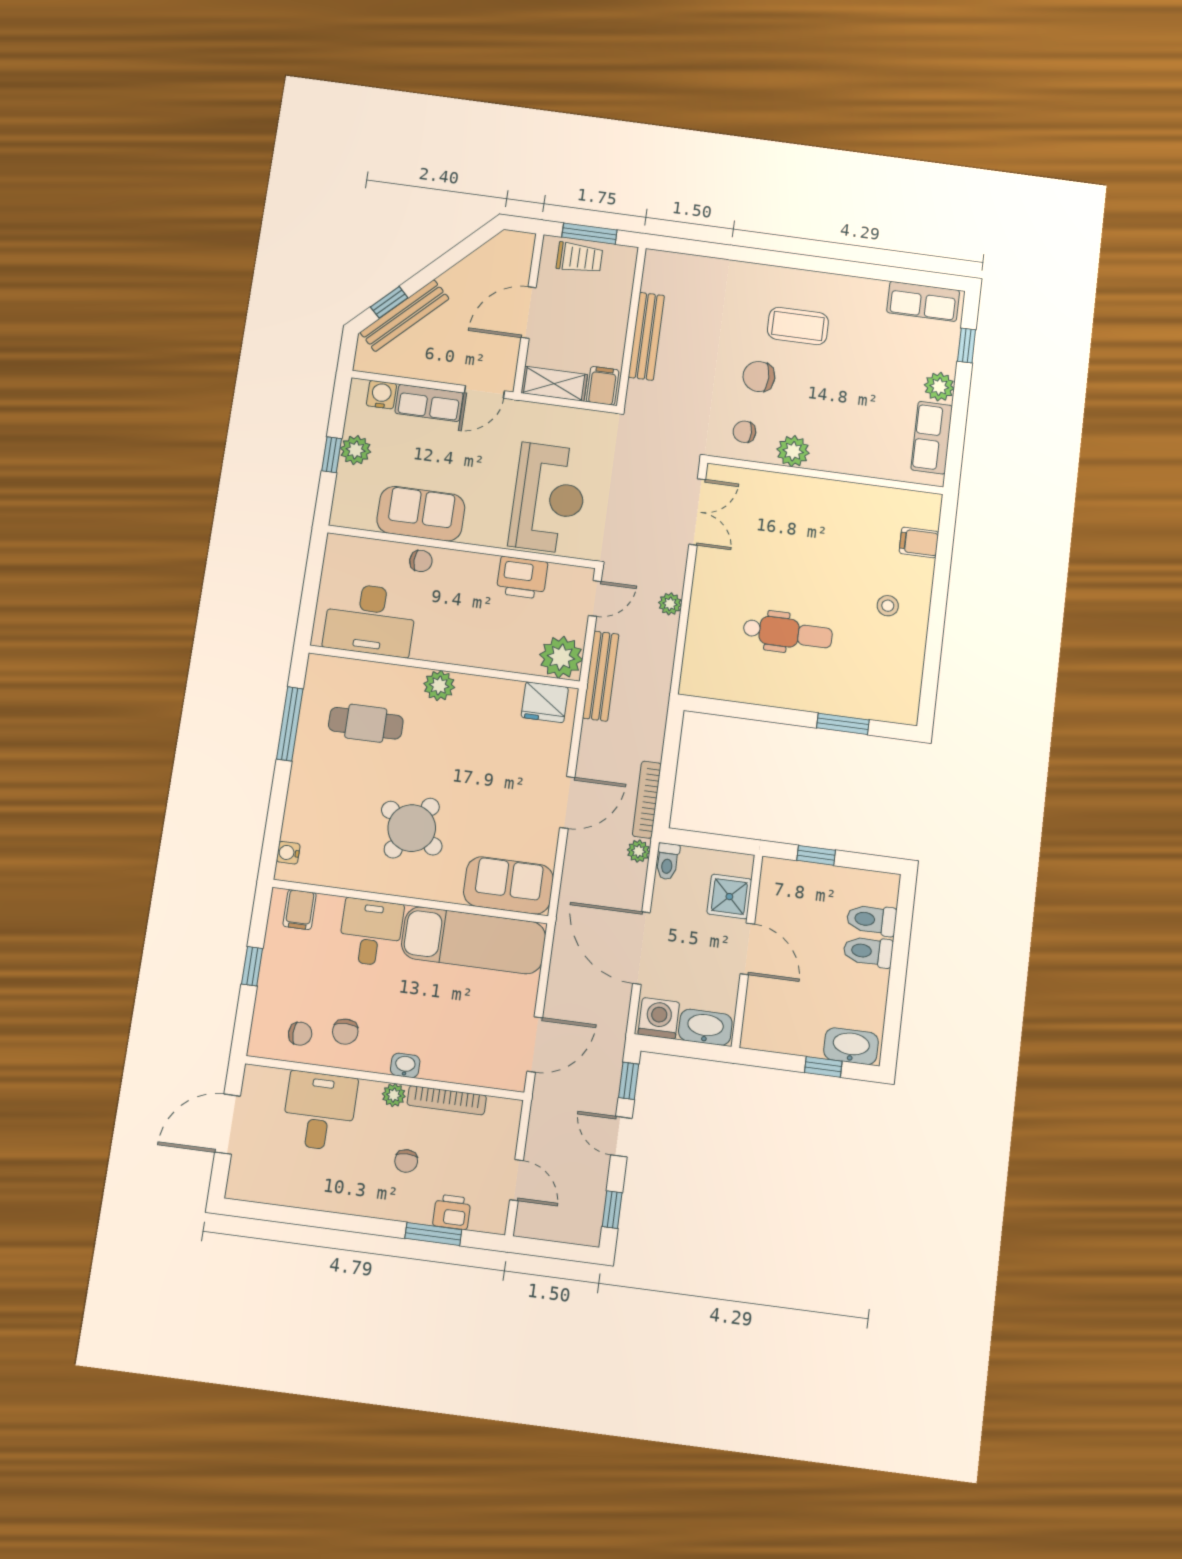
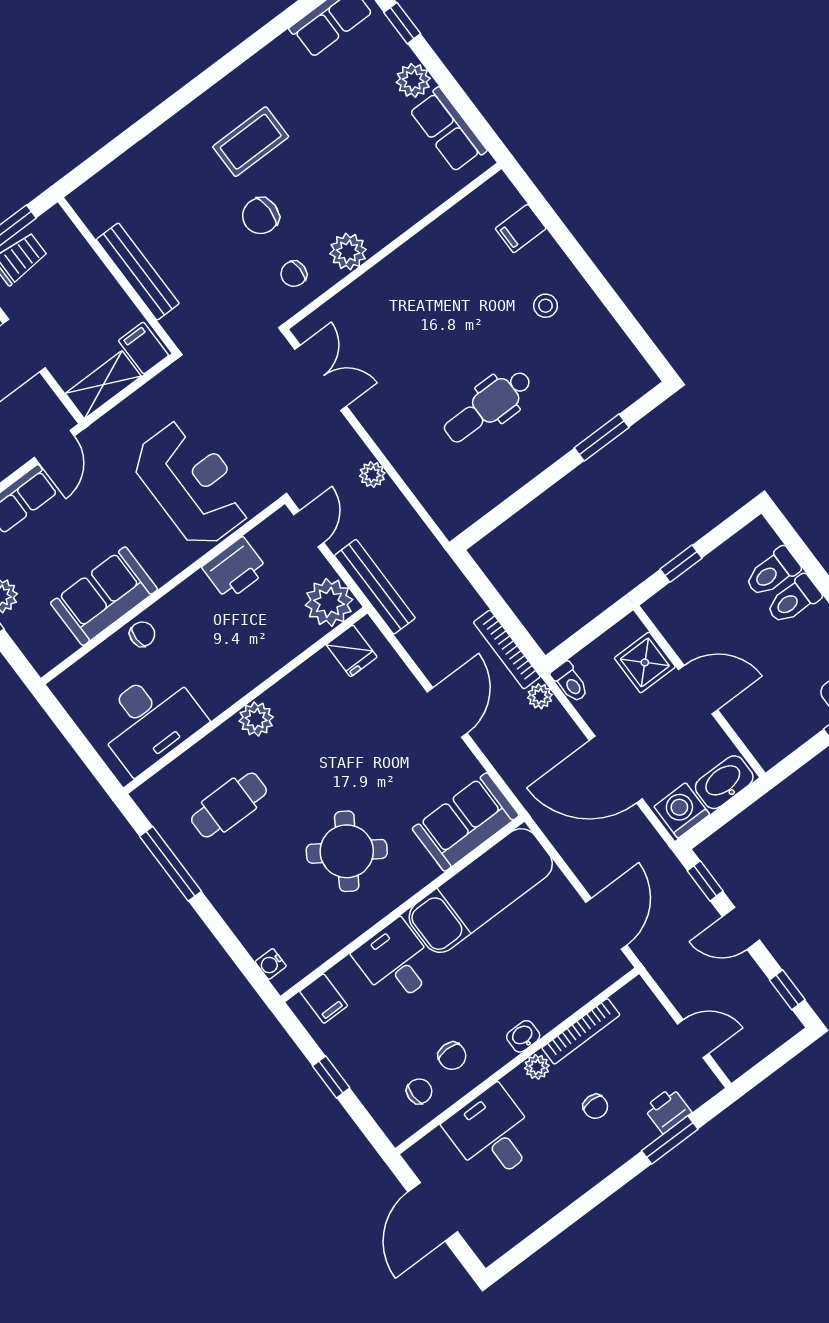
dental chair: (788, 633) -> (488, 406), turned 180
fridge: (545, 702) -> (352, 651), width x0.72

